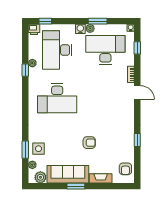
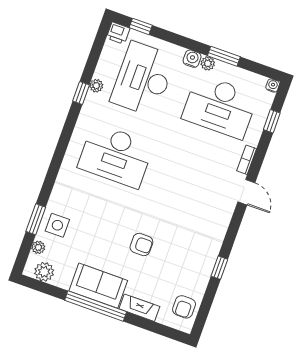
desk: (105, 50) -> (220, 106), turned 180
sofa: (68, 174) -> (98, 286), width x0.73
window: (76, 186) -> (96, 306), width x2.11

